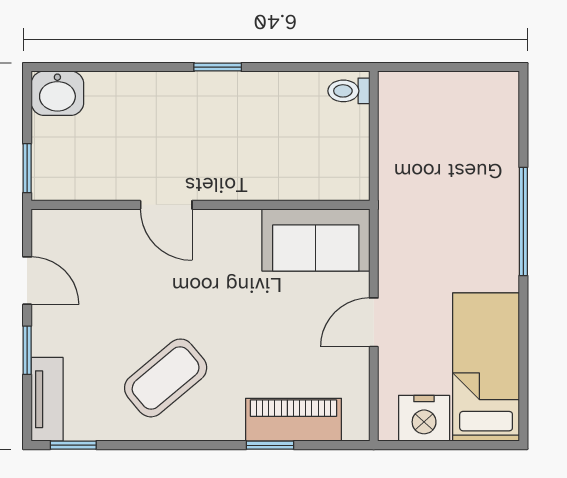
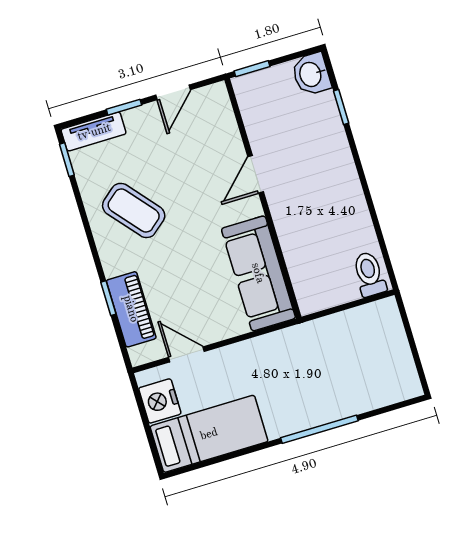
window: (218, 67) -> (341, 107), moved
toilet: (349, 91) -> (369, 274), width x1.37, depth x1.39
sofa: (316, 240) -> (258, 273), width x1.36
door: (374, 322) -> (186, 354), moved

